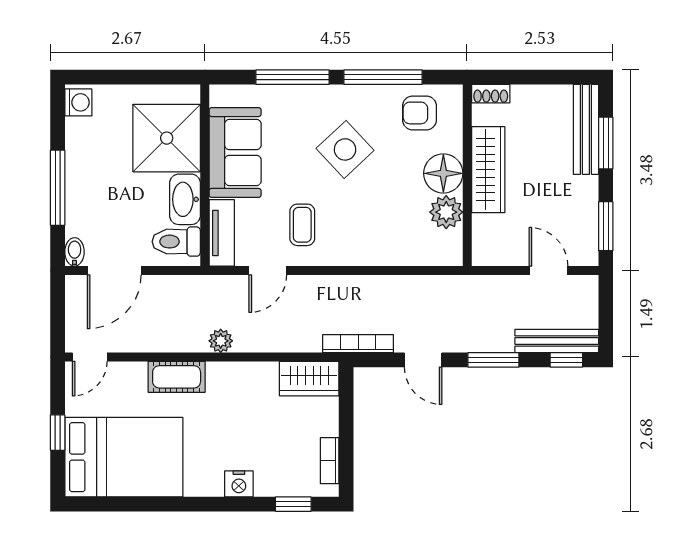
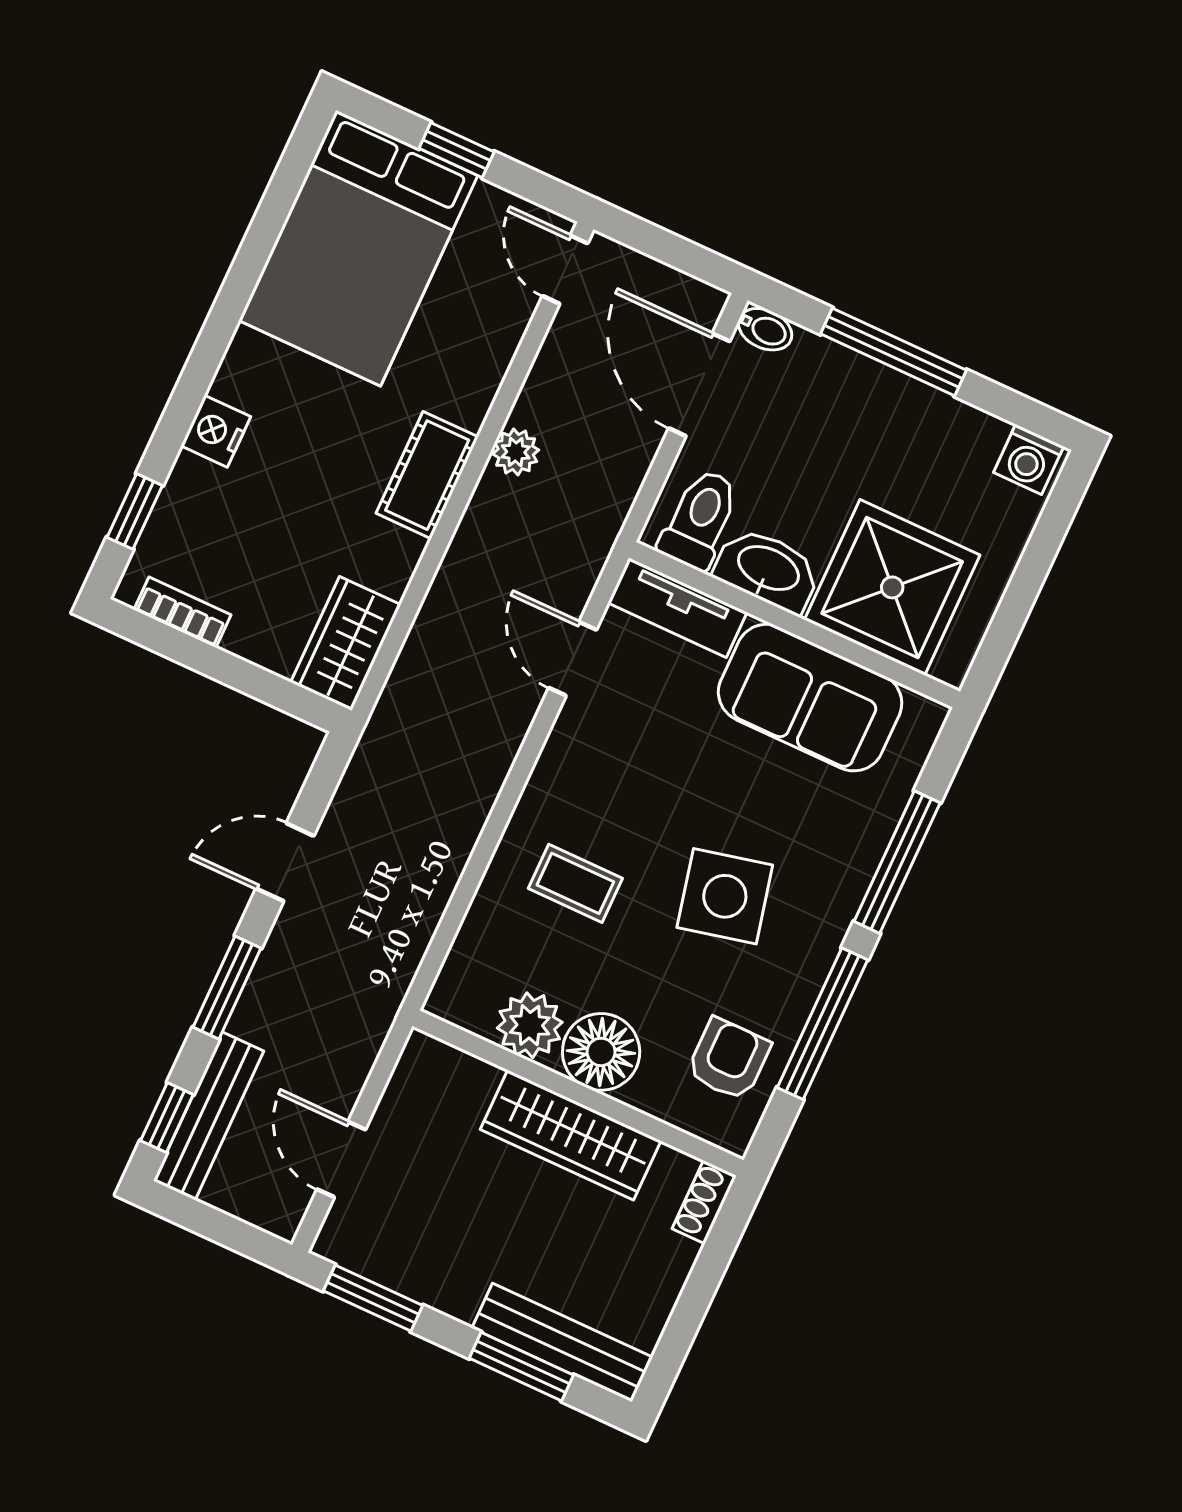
side table: (345, 149) -> (725, 896), turned 30
coffee table: (302, 225) -> (575, 883), moved
door: (548, 270) -> (341, 1159), swing flipped
plant: (221, 341) -> (516, 452), moved
bookcase: (358, 344) -> (368, 759), removed
cot: (177, 377) -> (427, 475), moved

